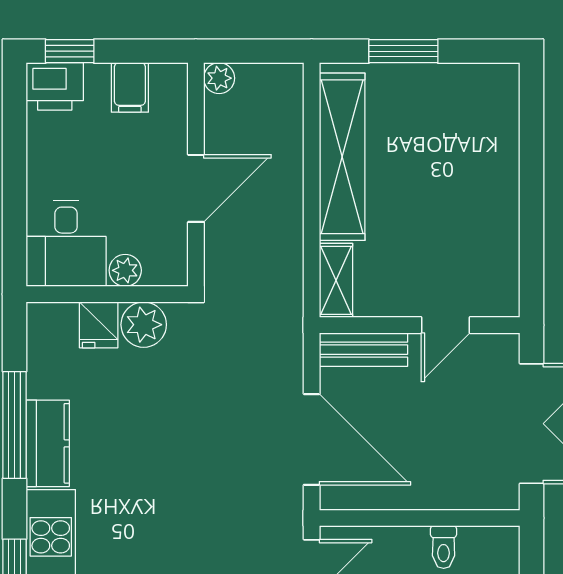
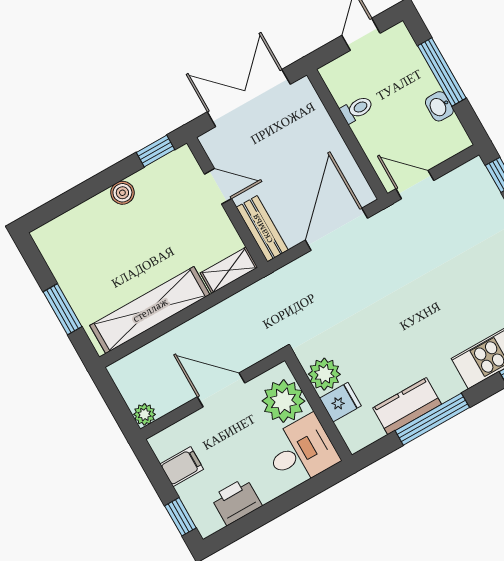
printer: (55, 86) -> (236, 501), moved, turned -90
boiler: (504, 204) -> (122, 193), added
plant: (125, 270) -> (283, 401), width x1.88, depth x1.88
window: (532, 273) -> (155, 151), added
kitchen counter: (48, 443) -> (407, 406), moved

